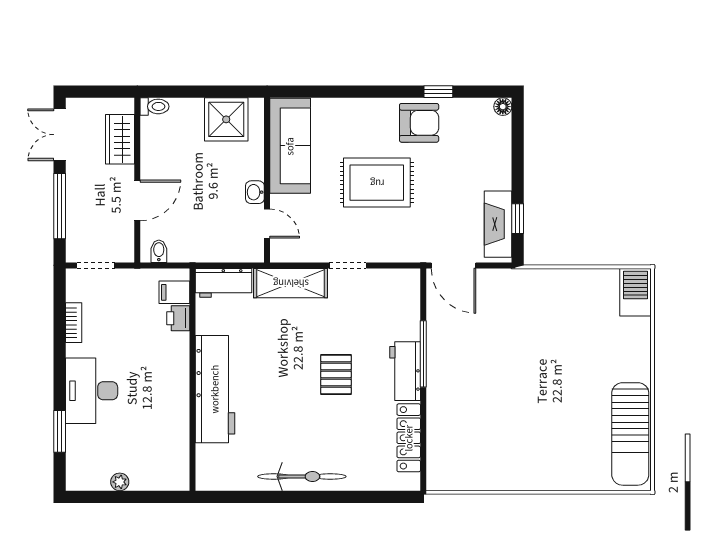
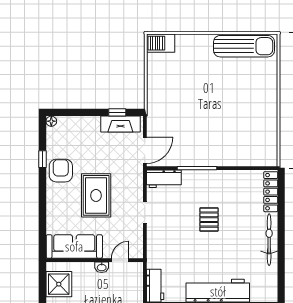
shelving: (291, 283) -> (155, 246), removed
workbench: (405, 371) -> (164, 179), moved
pallet: (336, 374) -> (209, 220), turned 90
locker: (409, 438) -> (271, 192), moved, turned 90

